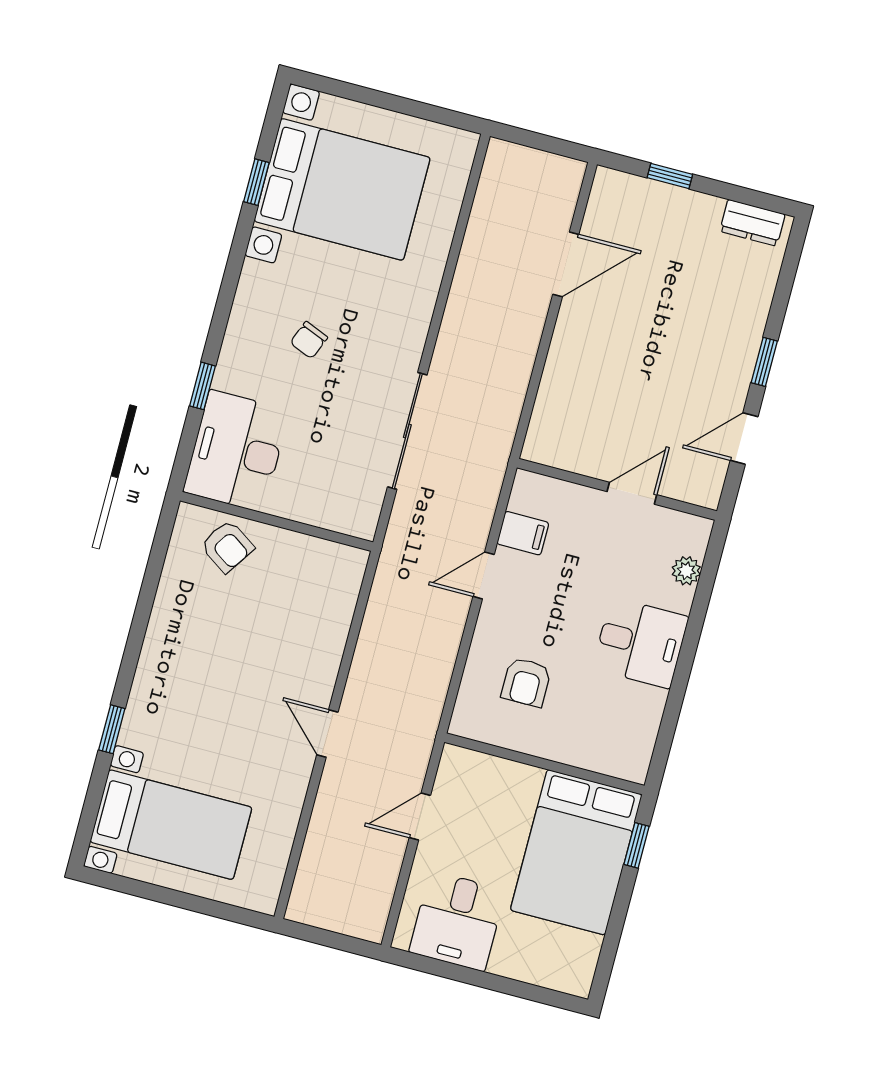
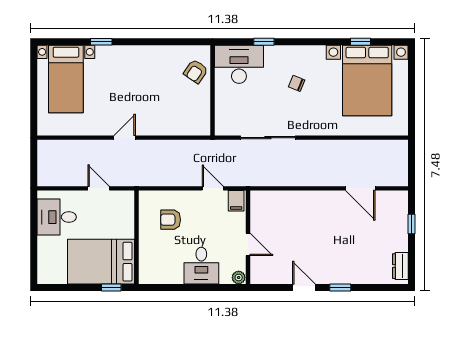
wall: (617, 489) -> (248, 237), moved
door: (632, 493) -> (248, 244), moved

